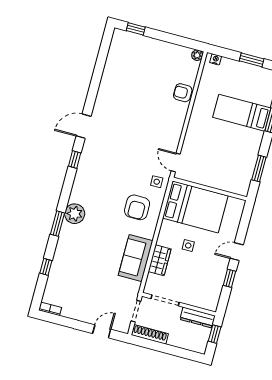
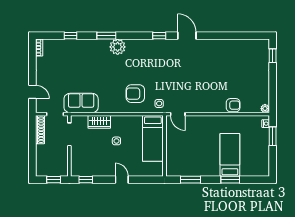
window: (252, 60) -> (273, 136), moved
armchair: (183, 93) -> (233, 105), turned 90
door: (176, 163) -> (178, 114), swing flipped
bed: (195, 207) -> (153, 138), width x0.67
sofa: (136, 258) -> (81, 103), moved
window: (230, 278) -> (86, 180), moved
dresser: (198, 318) -> (63, 163), removed

